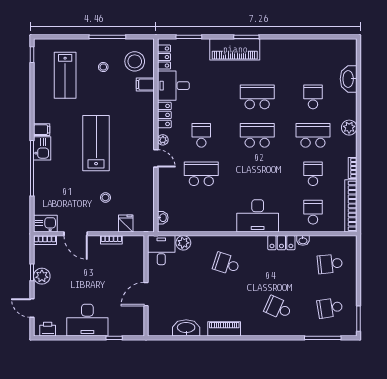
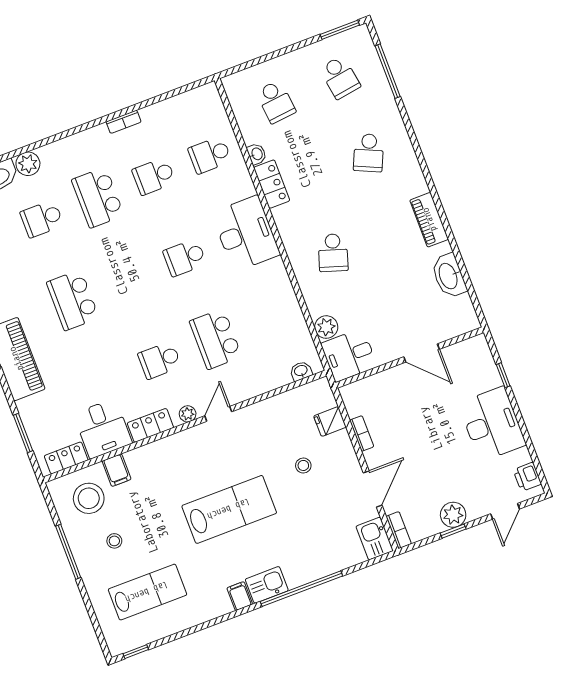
plant: (349, 128) -> (28, 164), moved
school desk: (257, 135) -> (185, 258), moved, width x0.54
lab bench: (96, 143) -> (229, 509), turned 180
bookcase: (351, 206) -> (180, 103), removed

